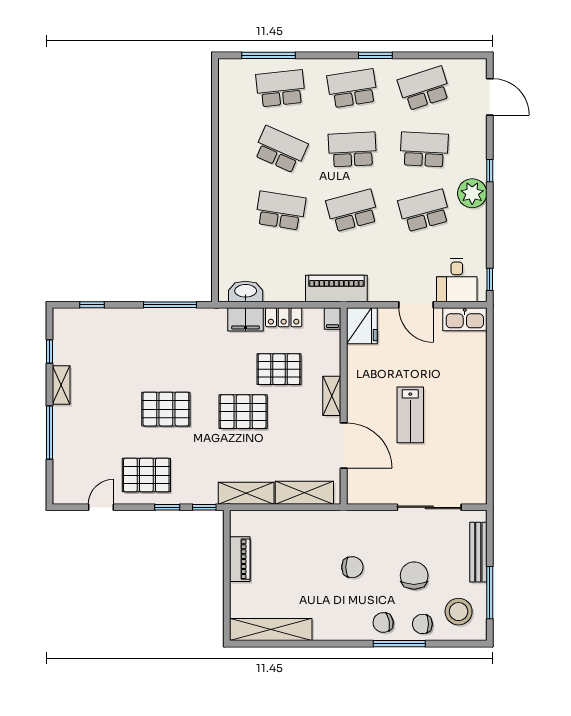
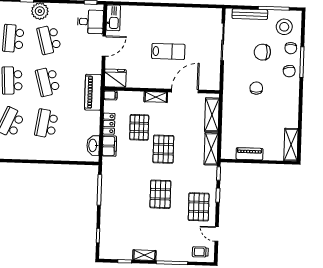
trolley: (69, 480) -> (200, 252), added
shelving: (271, 630) -> (291, 145), width x0.68

